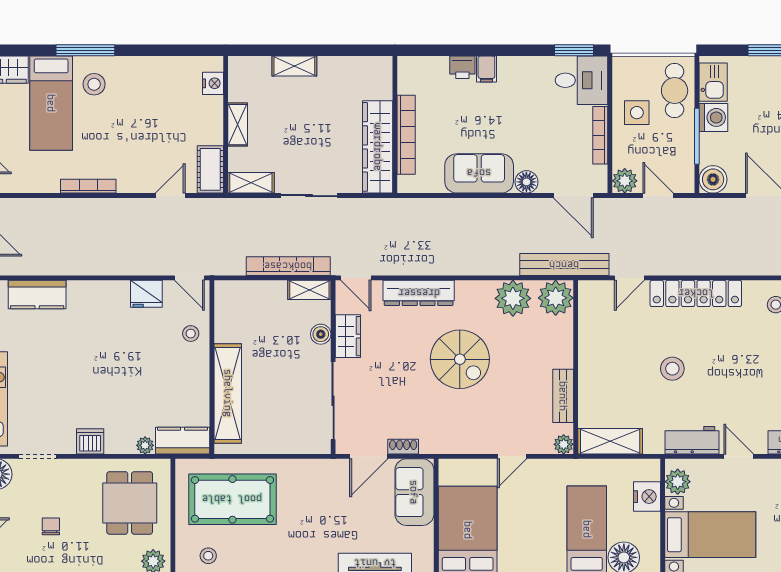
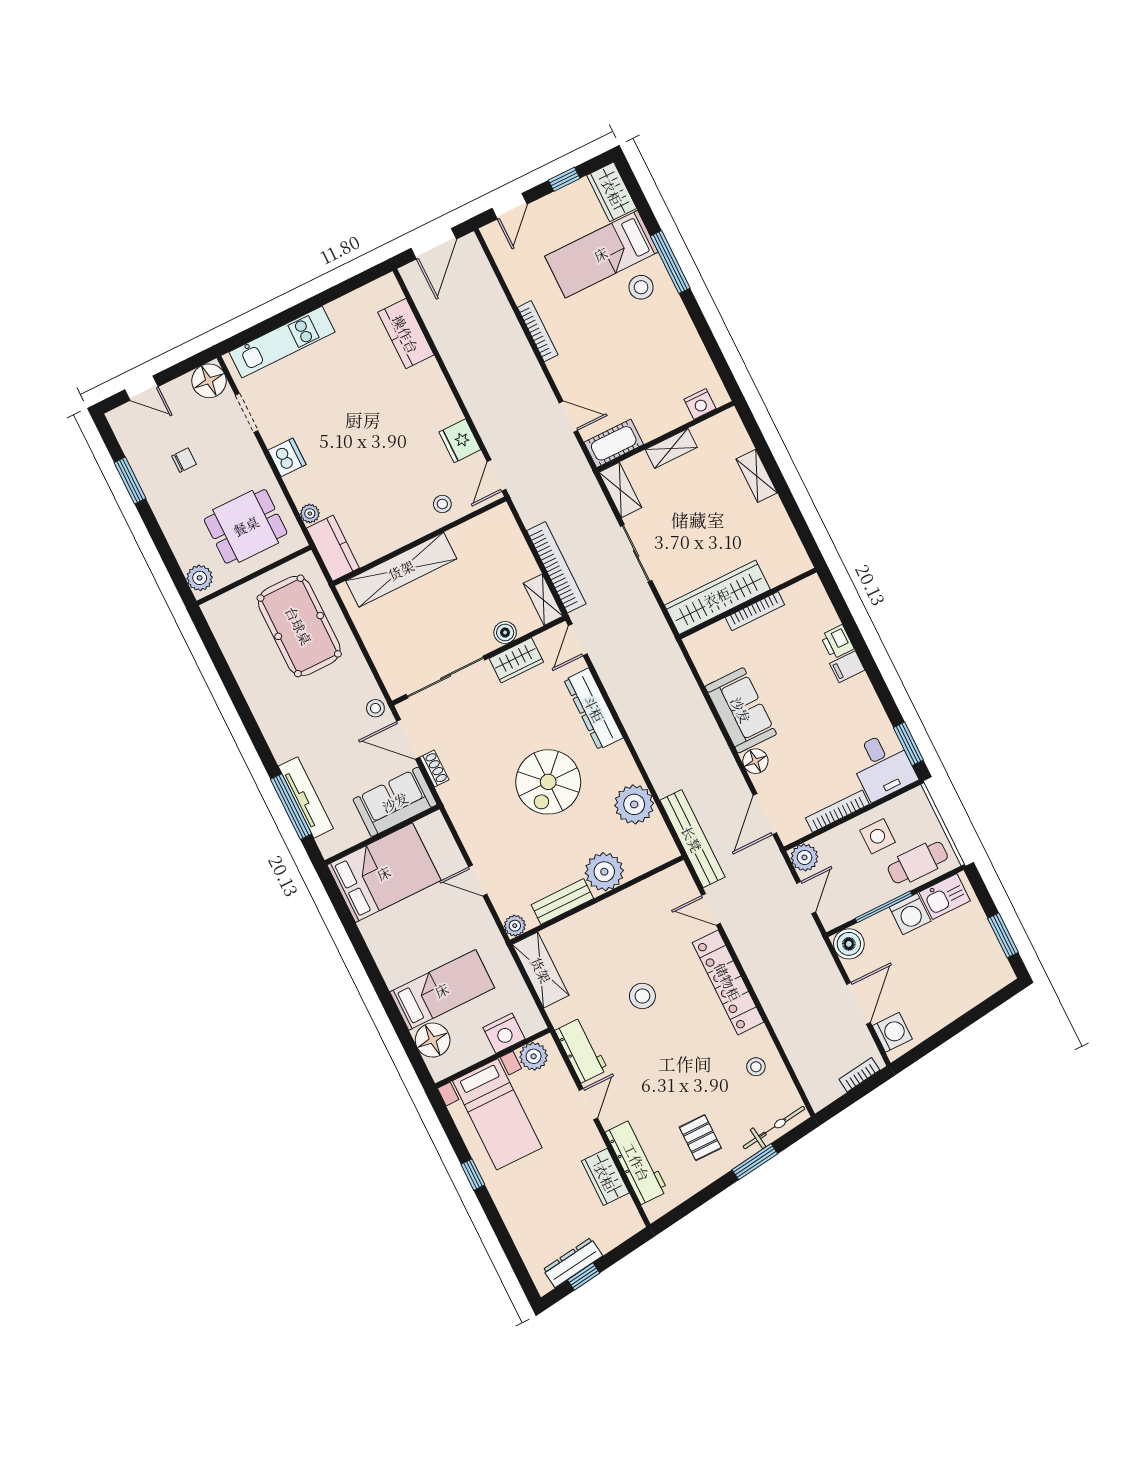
bookcase: (406, 135) -> (755, 611), width x0.68, depth x0.76
plant: (556, 298) -> (604, 872), moved
stool: (208, 556) -> (375, 708), moved

